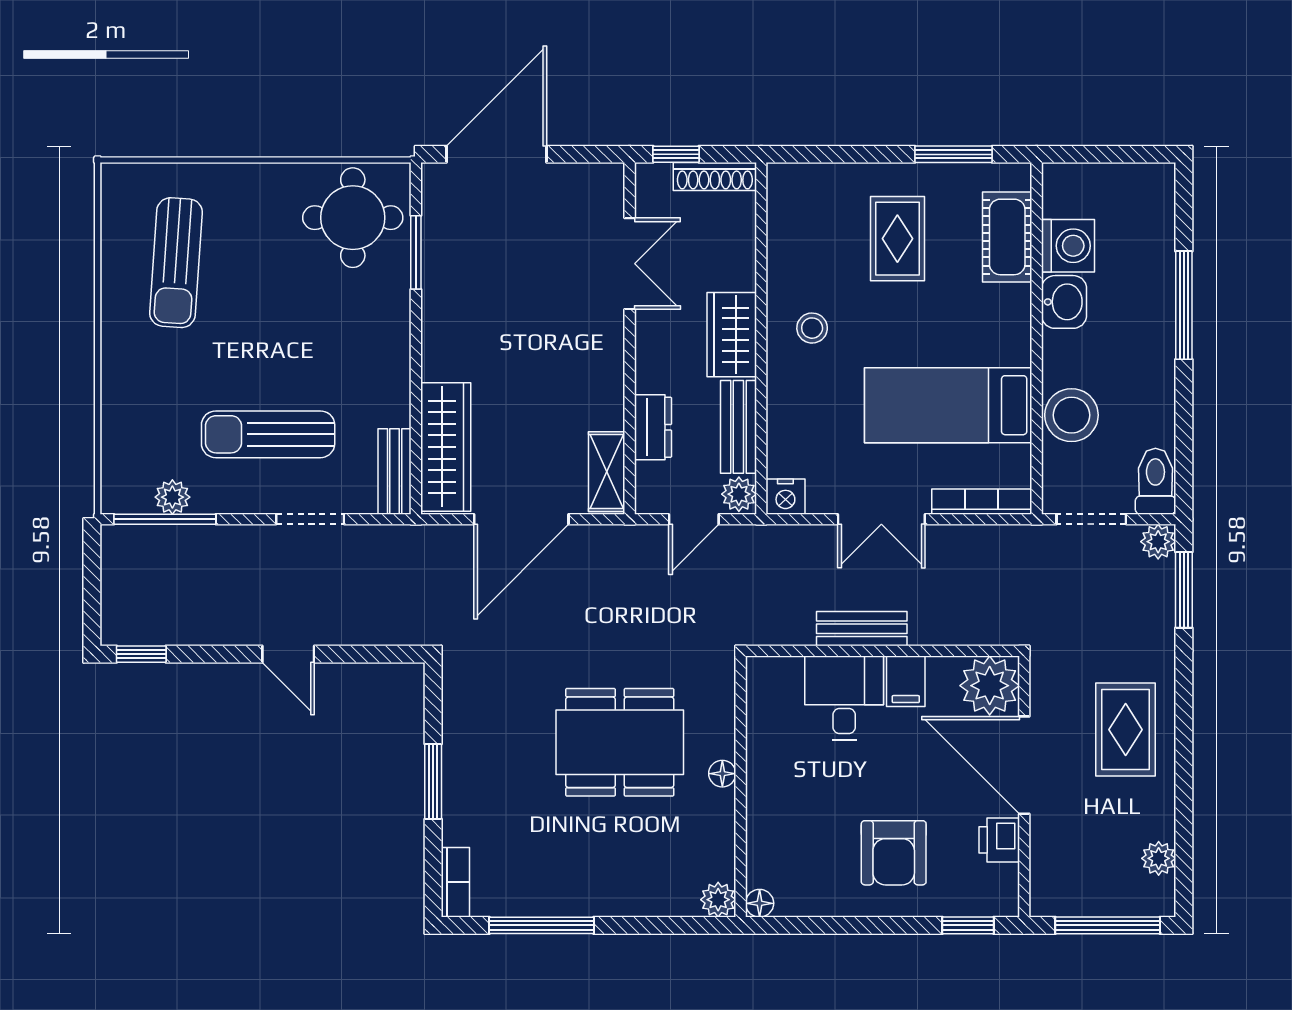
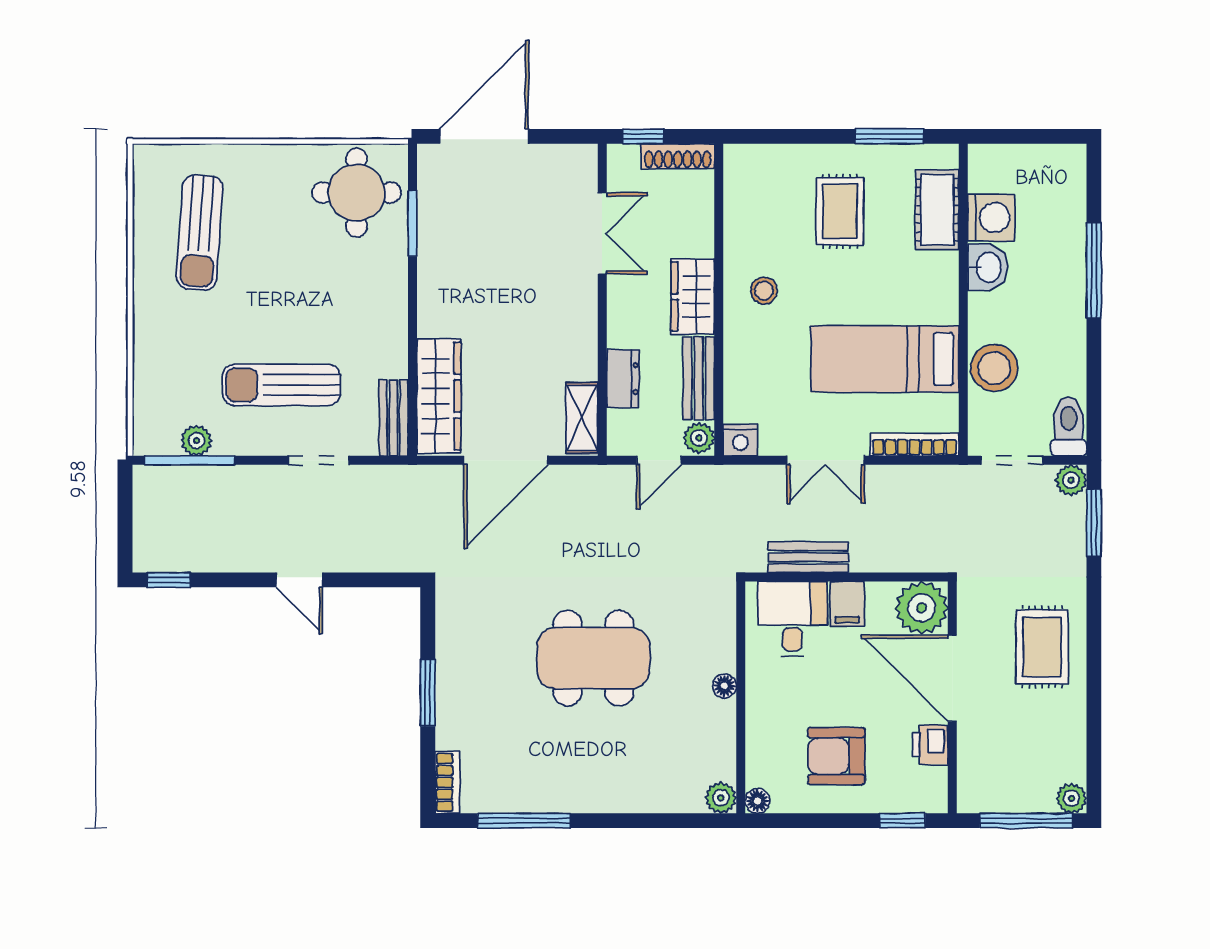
floor lamp: (722, 774) -> (724, 686), moved
wall: (741, 787) -> (741, 697), moved
armchair: (894, 853) -> (836, 756), turned 90
plant: (1159, 858) -> (1071, 798), moved
plant: (718, 900) -> (721, 798), moved
floor lamp: (760, 903) -> (758, 801), moved

